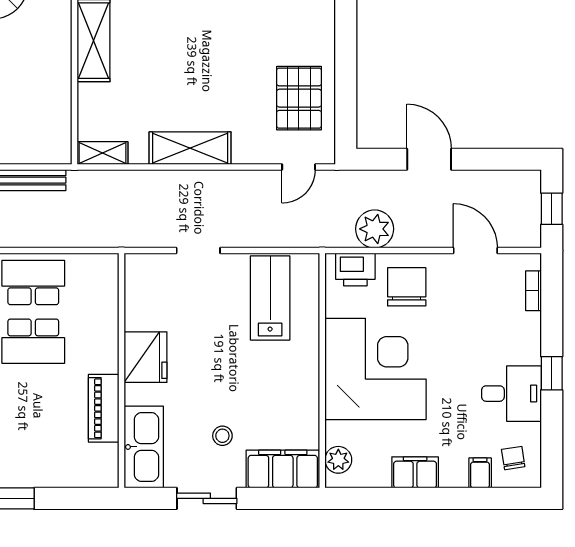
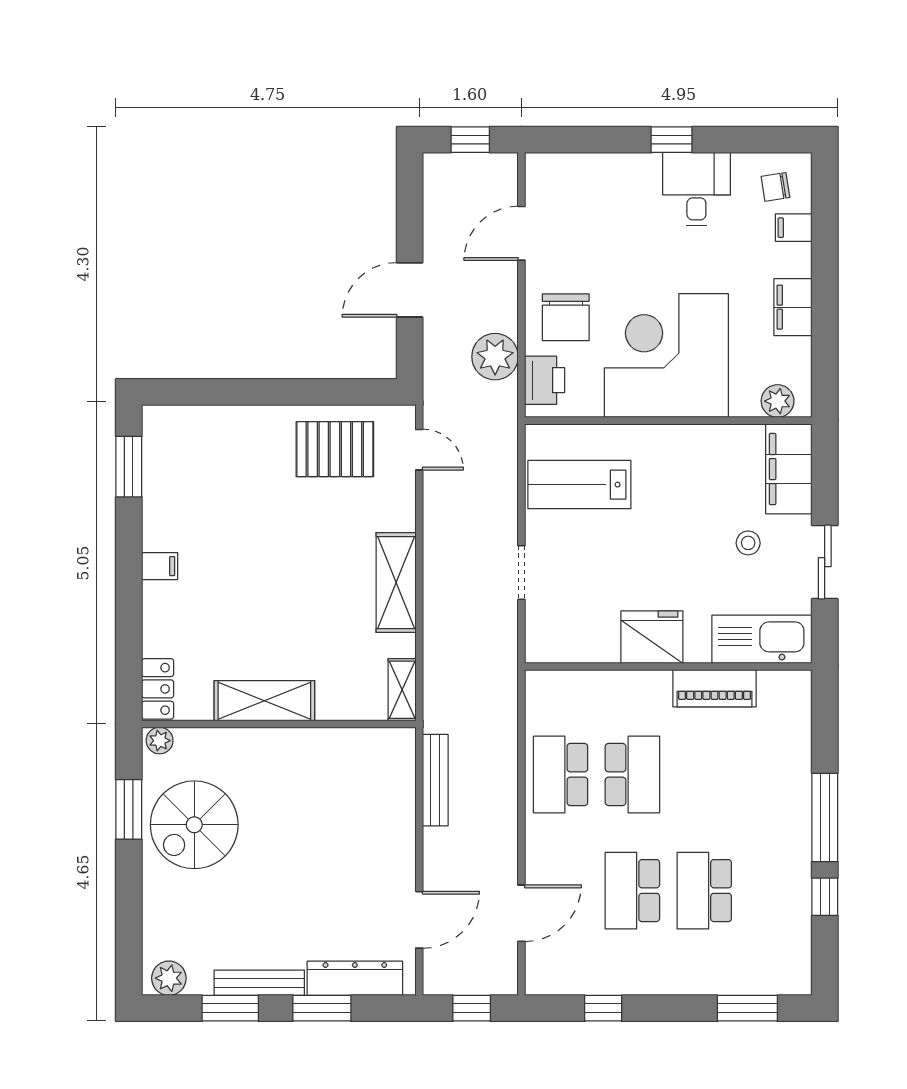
chair: (407, 287) -> (566, 317), turned -90
bookcase: (533, 291) -> (571, 162), removed

